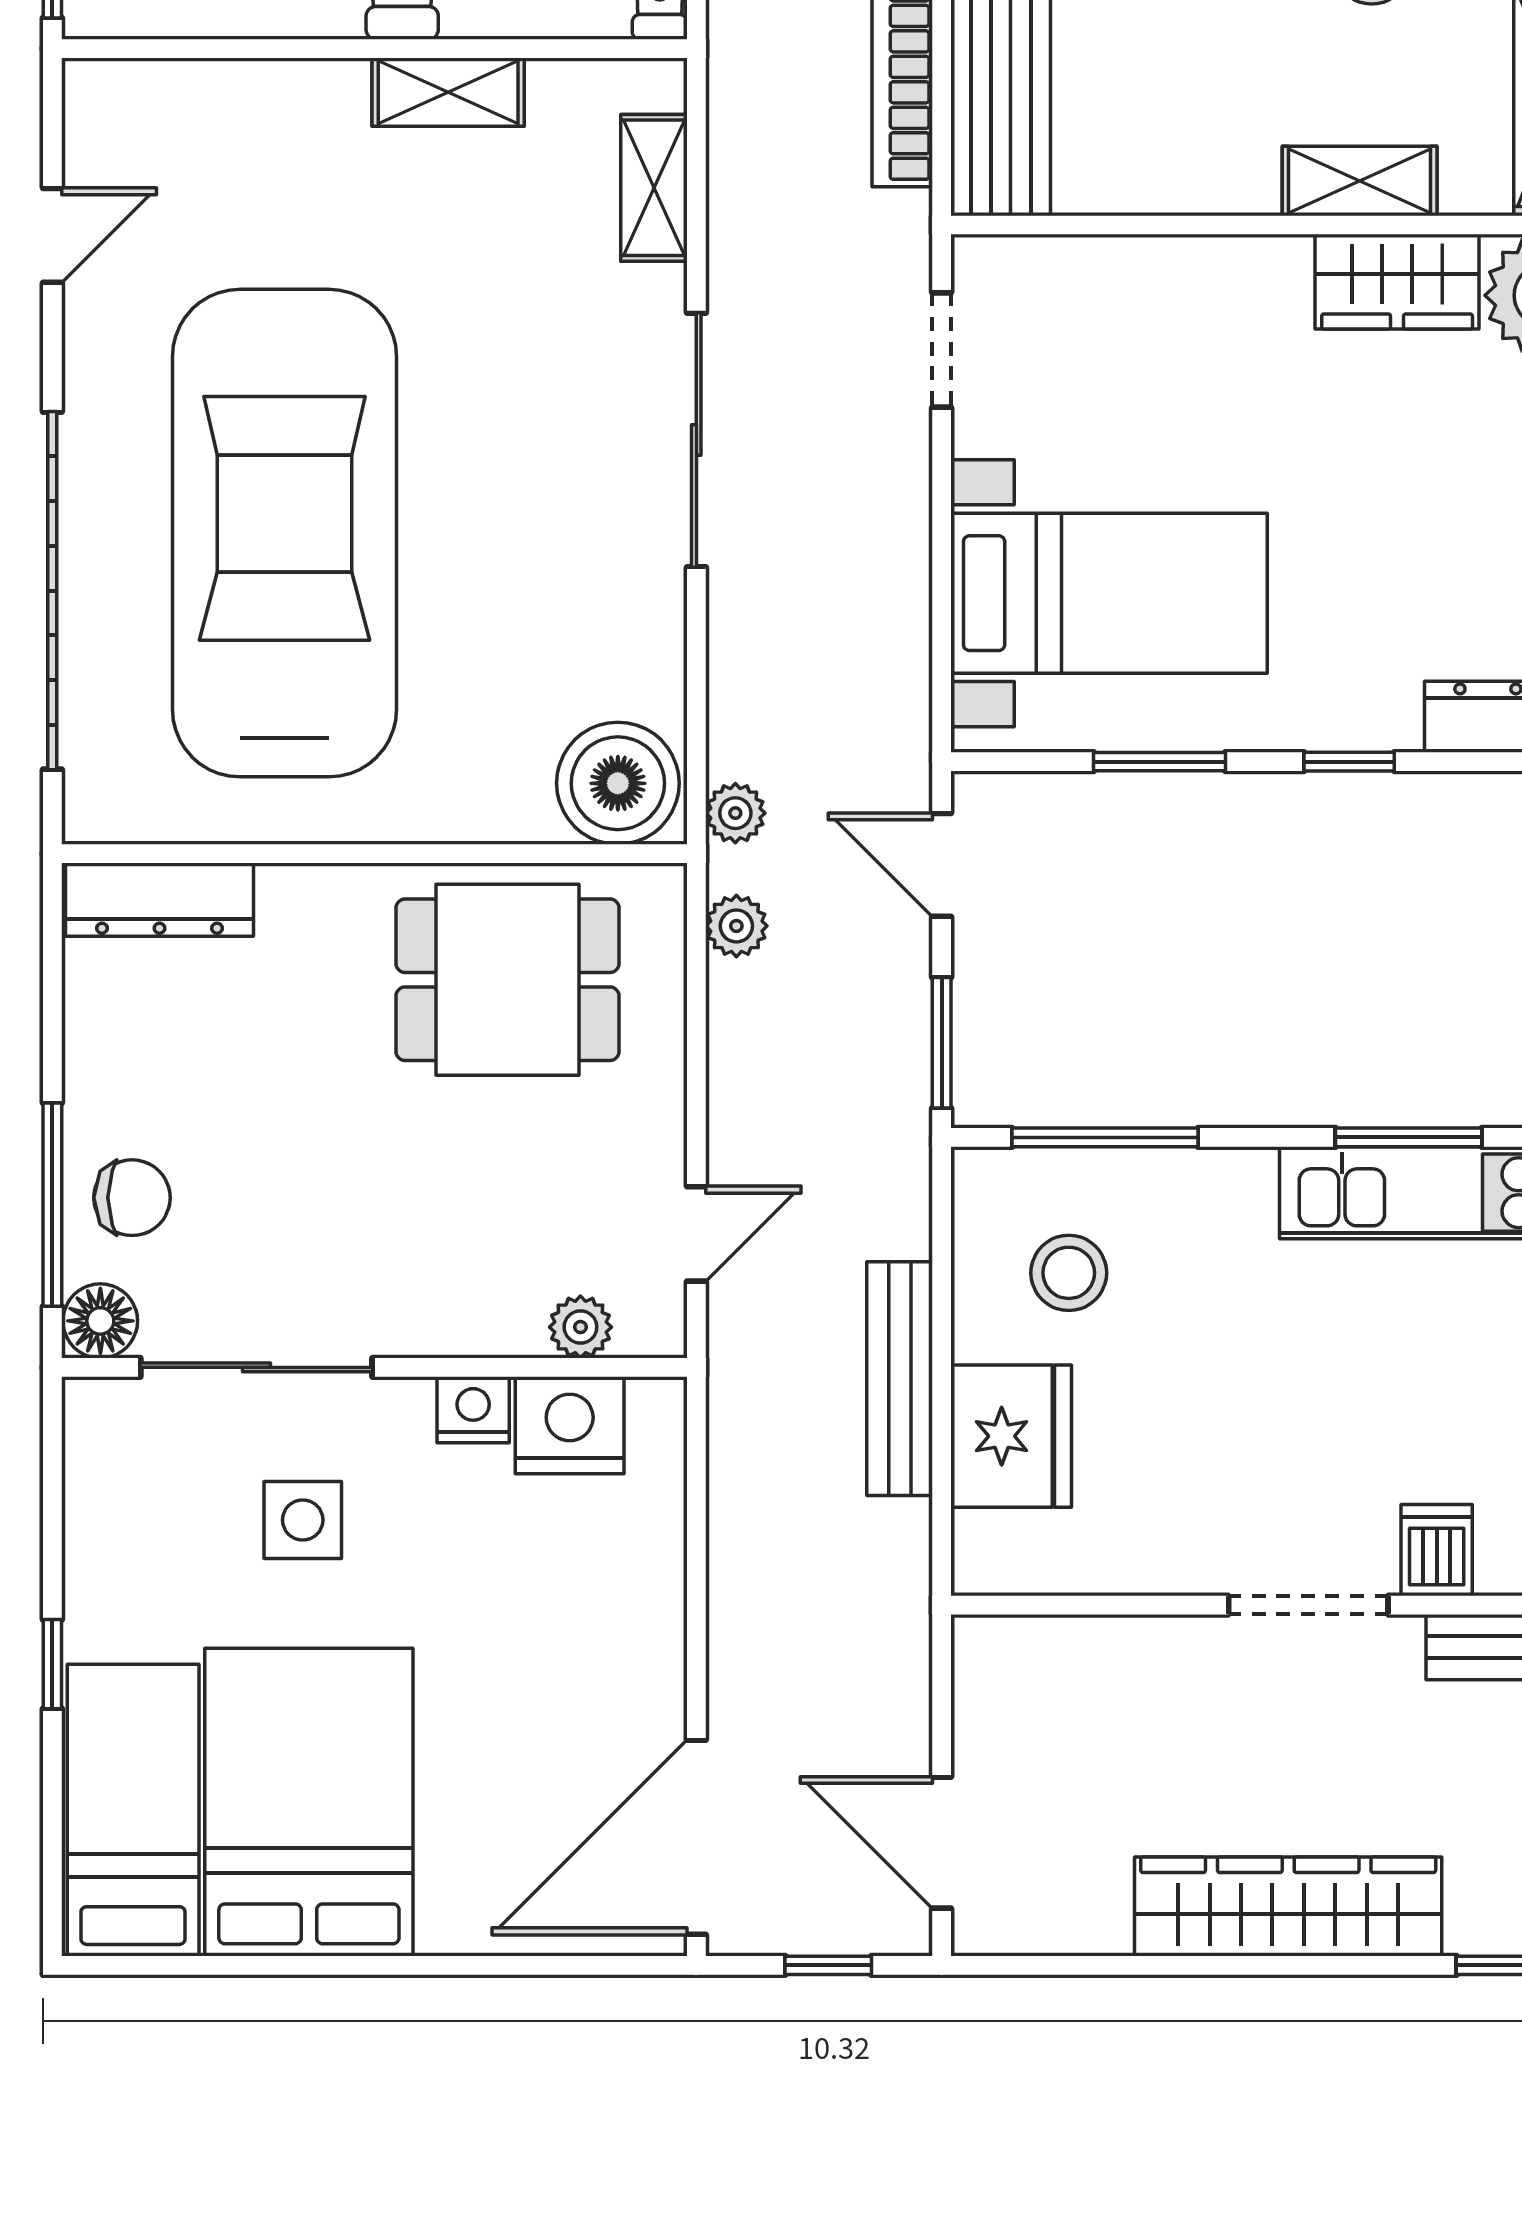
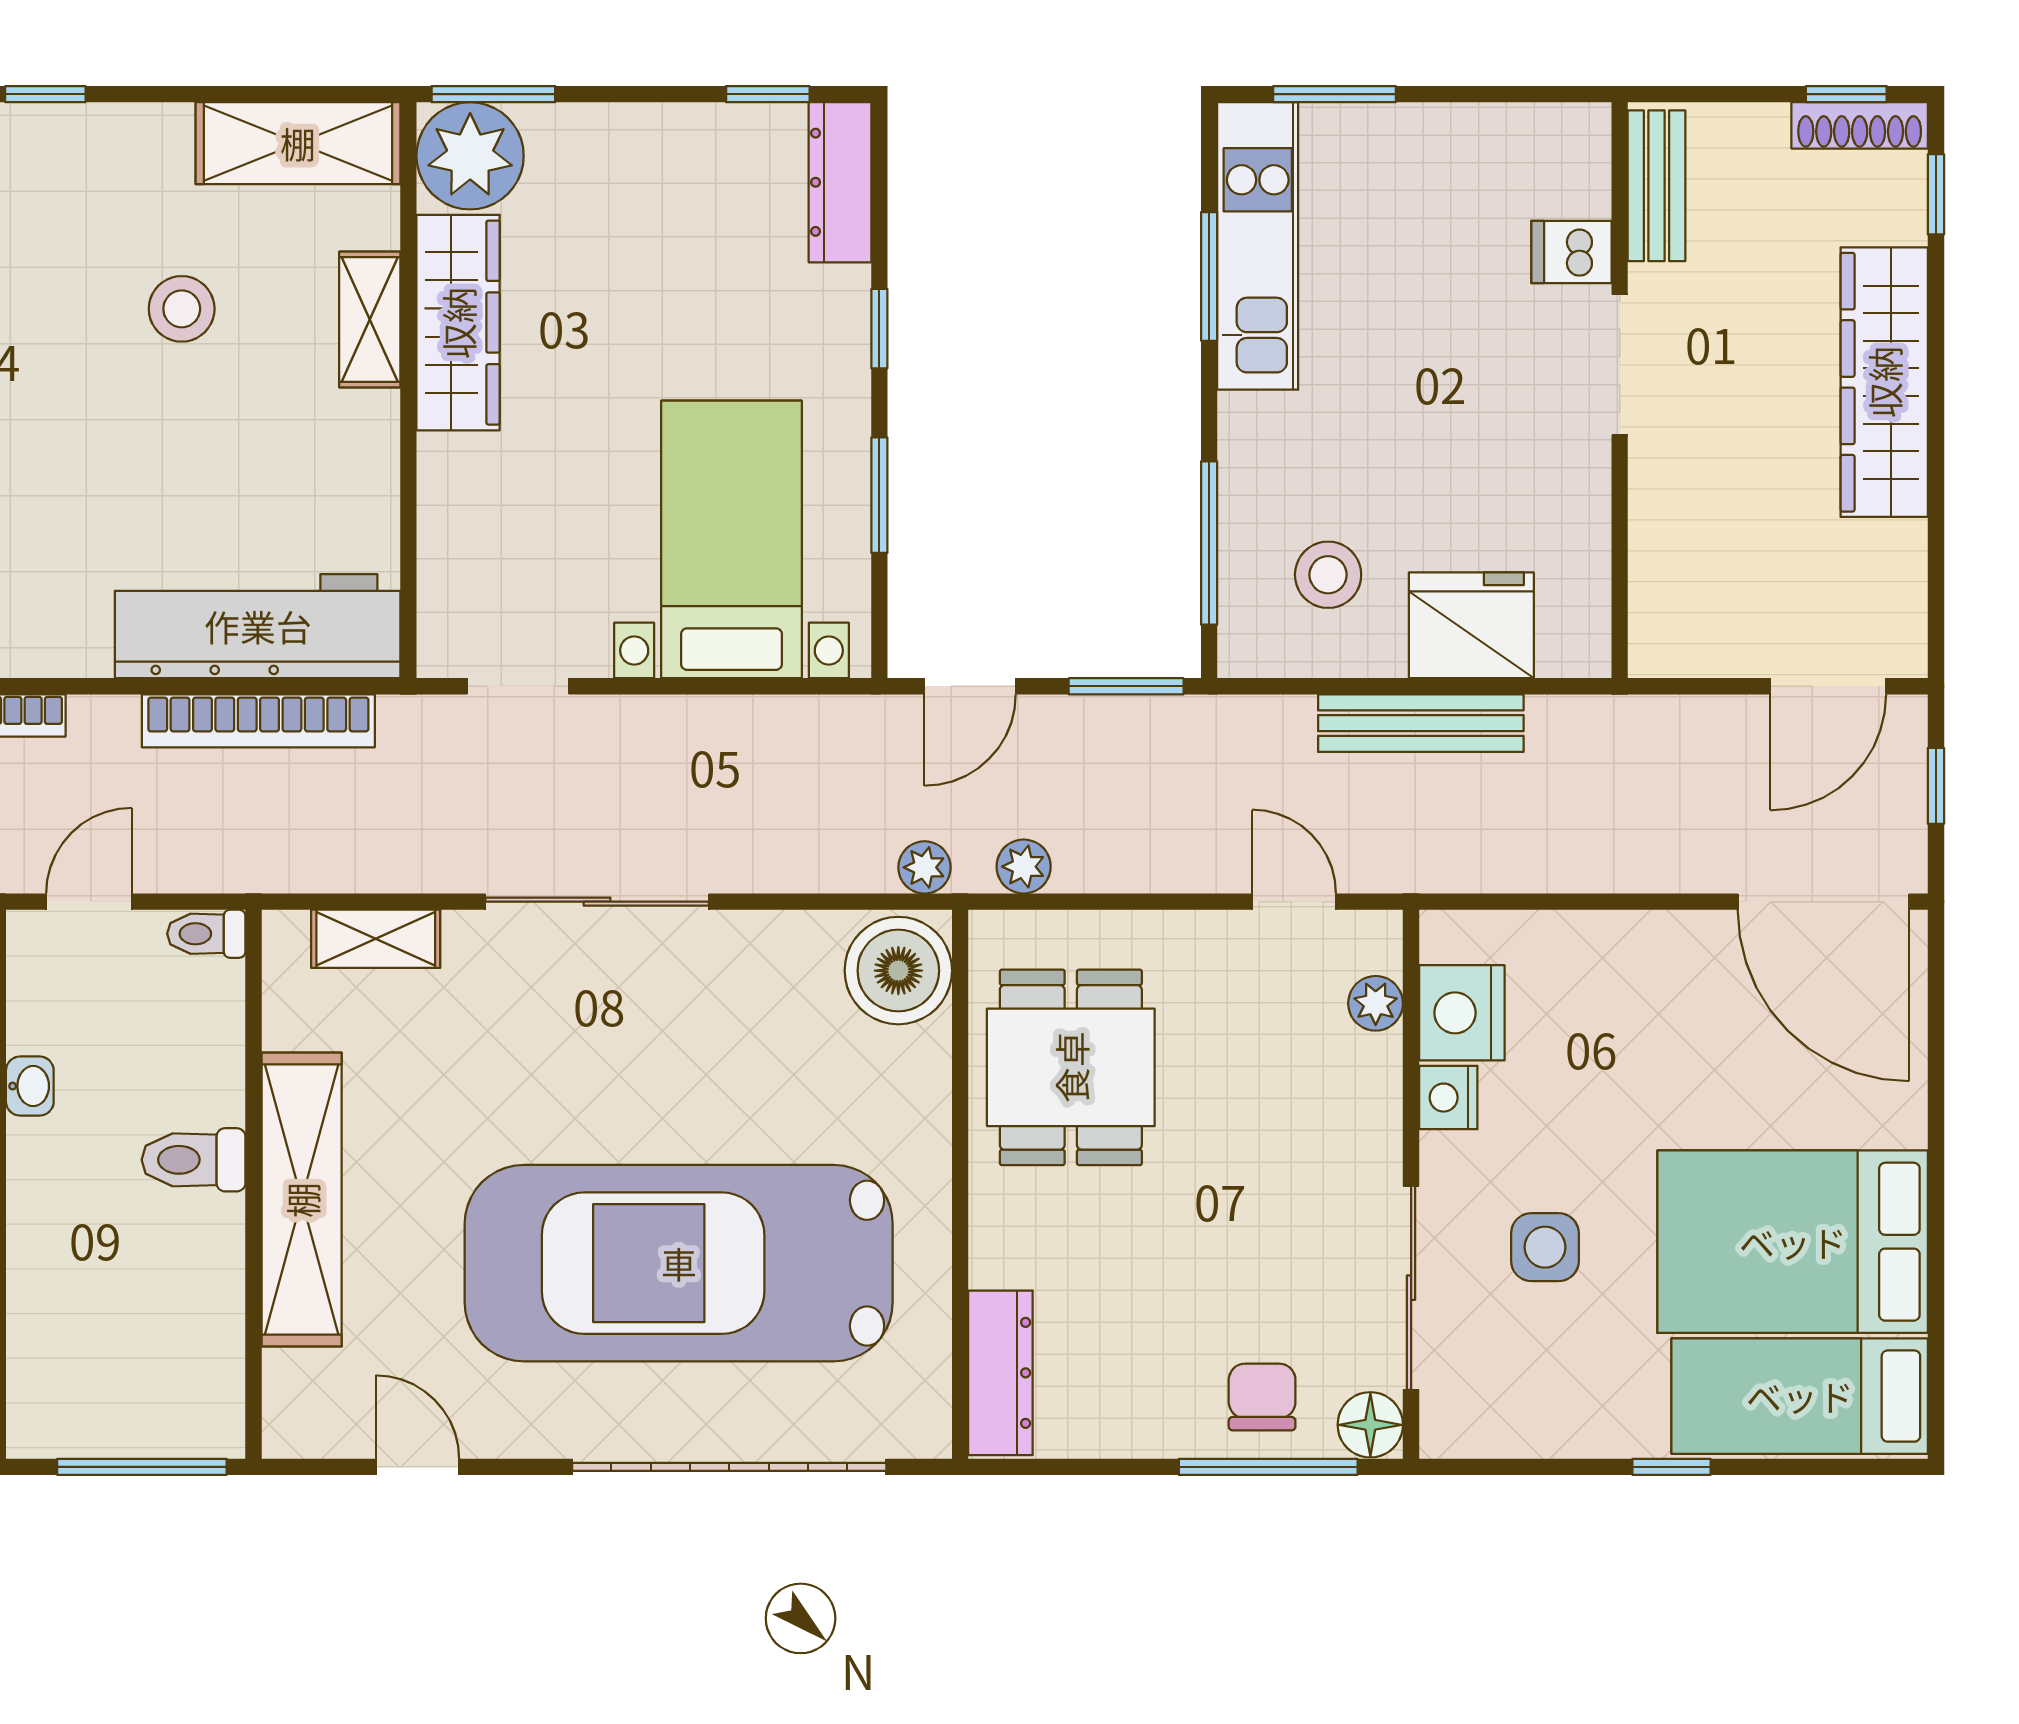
shelving: (448, 92) -> (302, 1200), width x2.20, depth x1.33
wardrobe: (1397, 282) -> (458, 323), width x1.50

